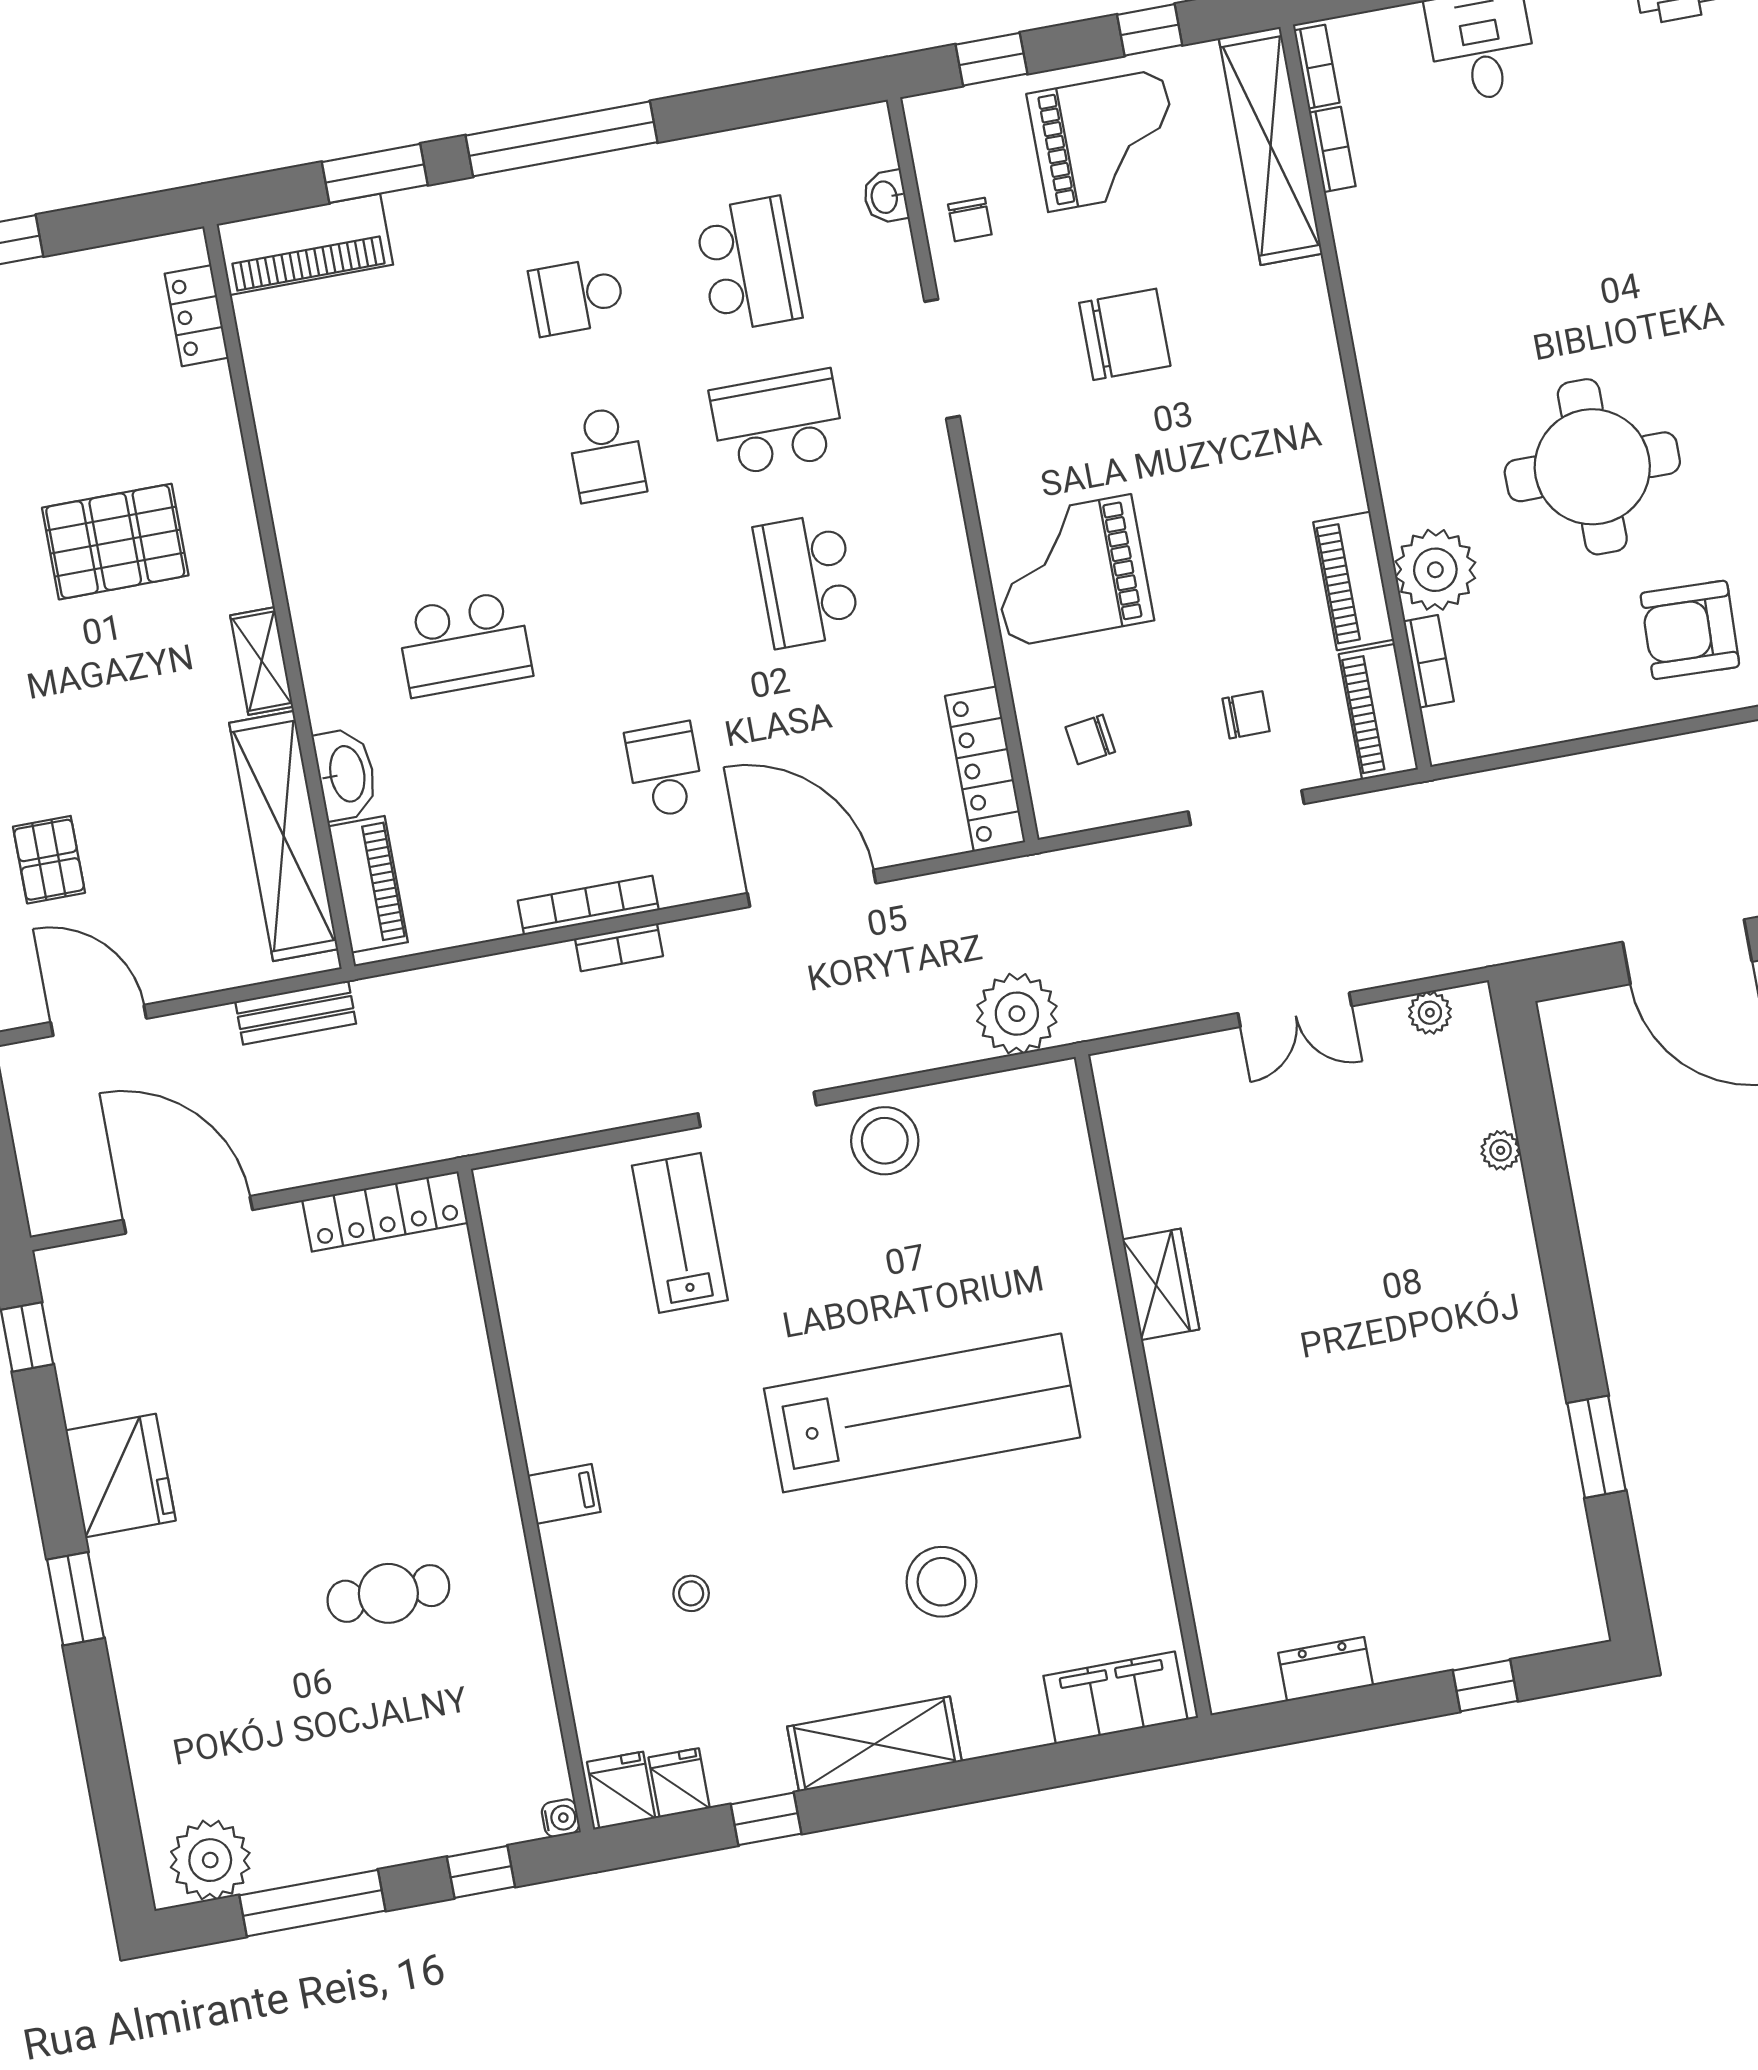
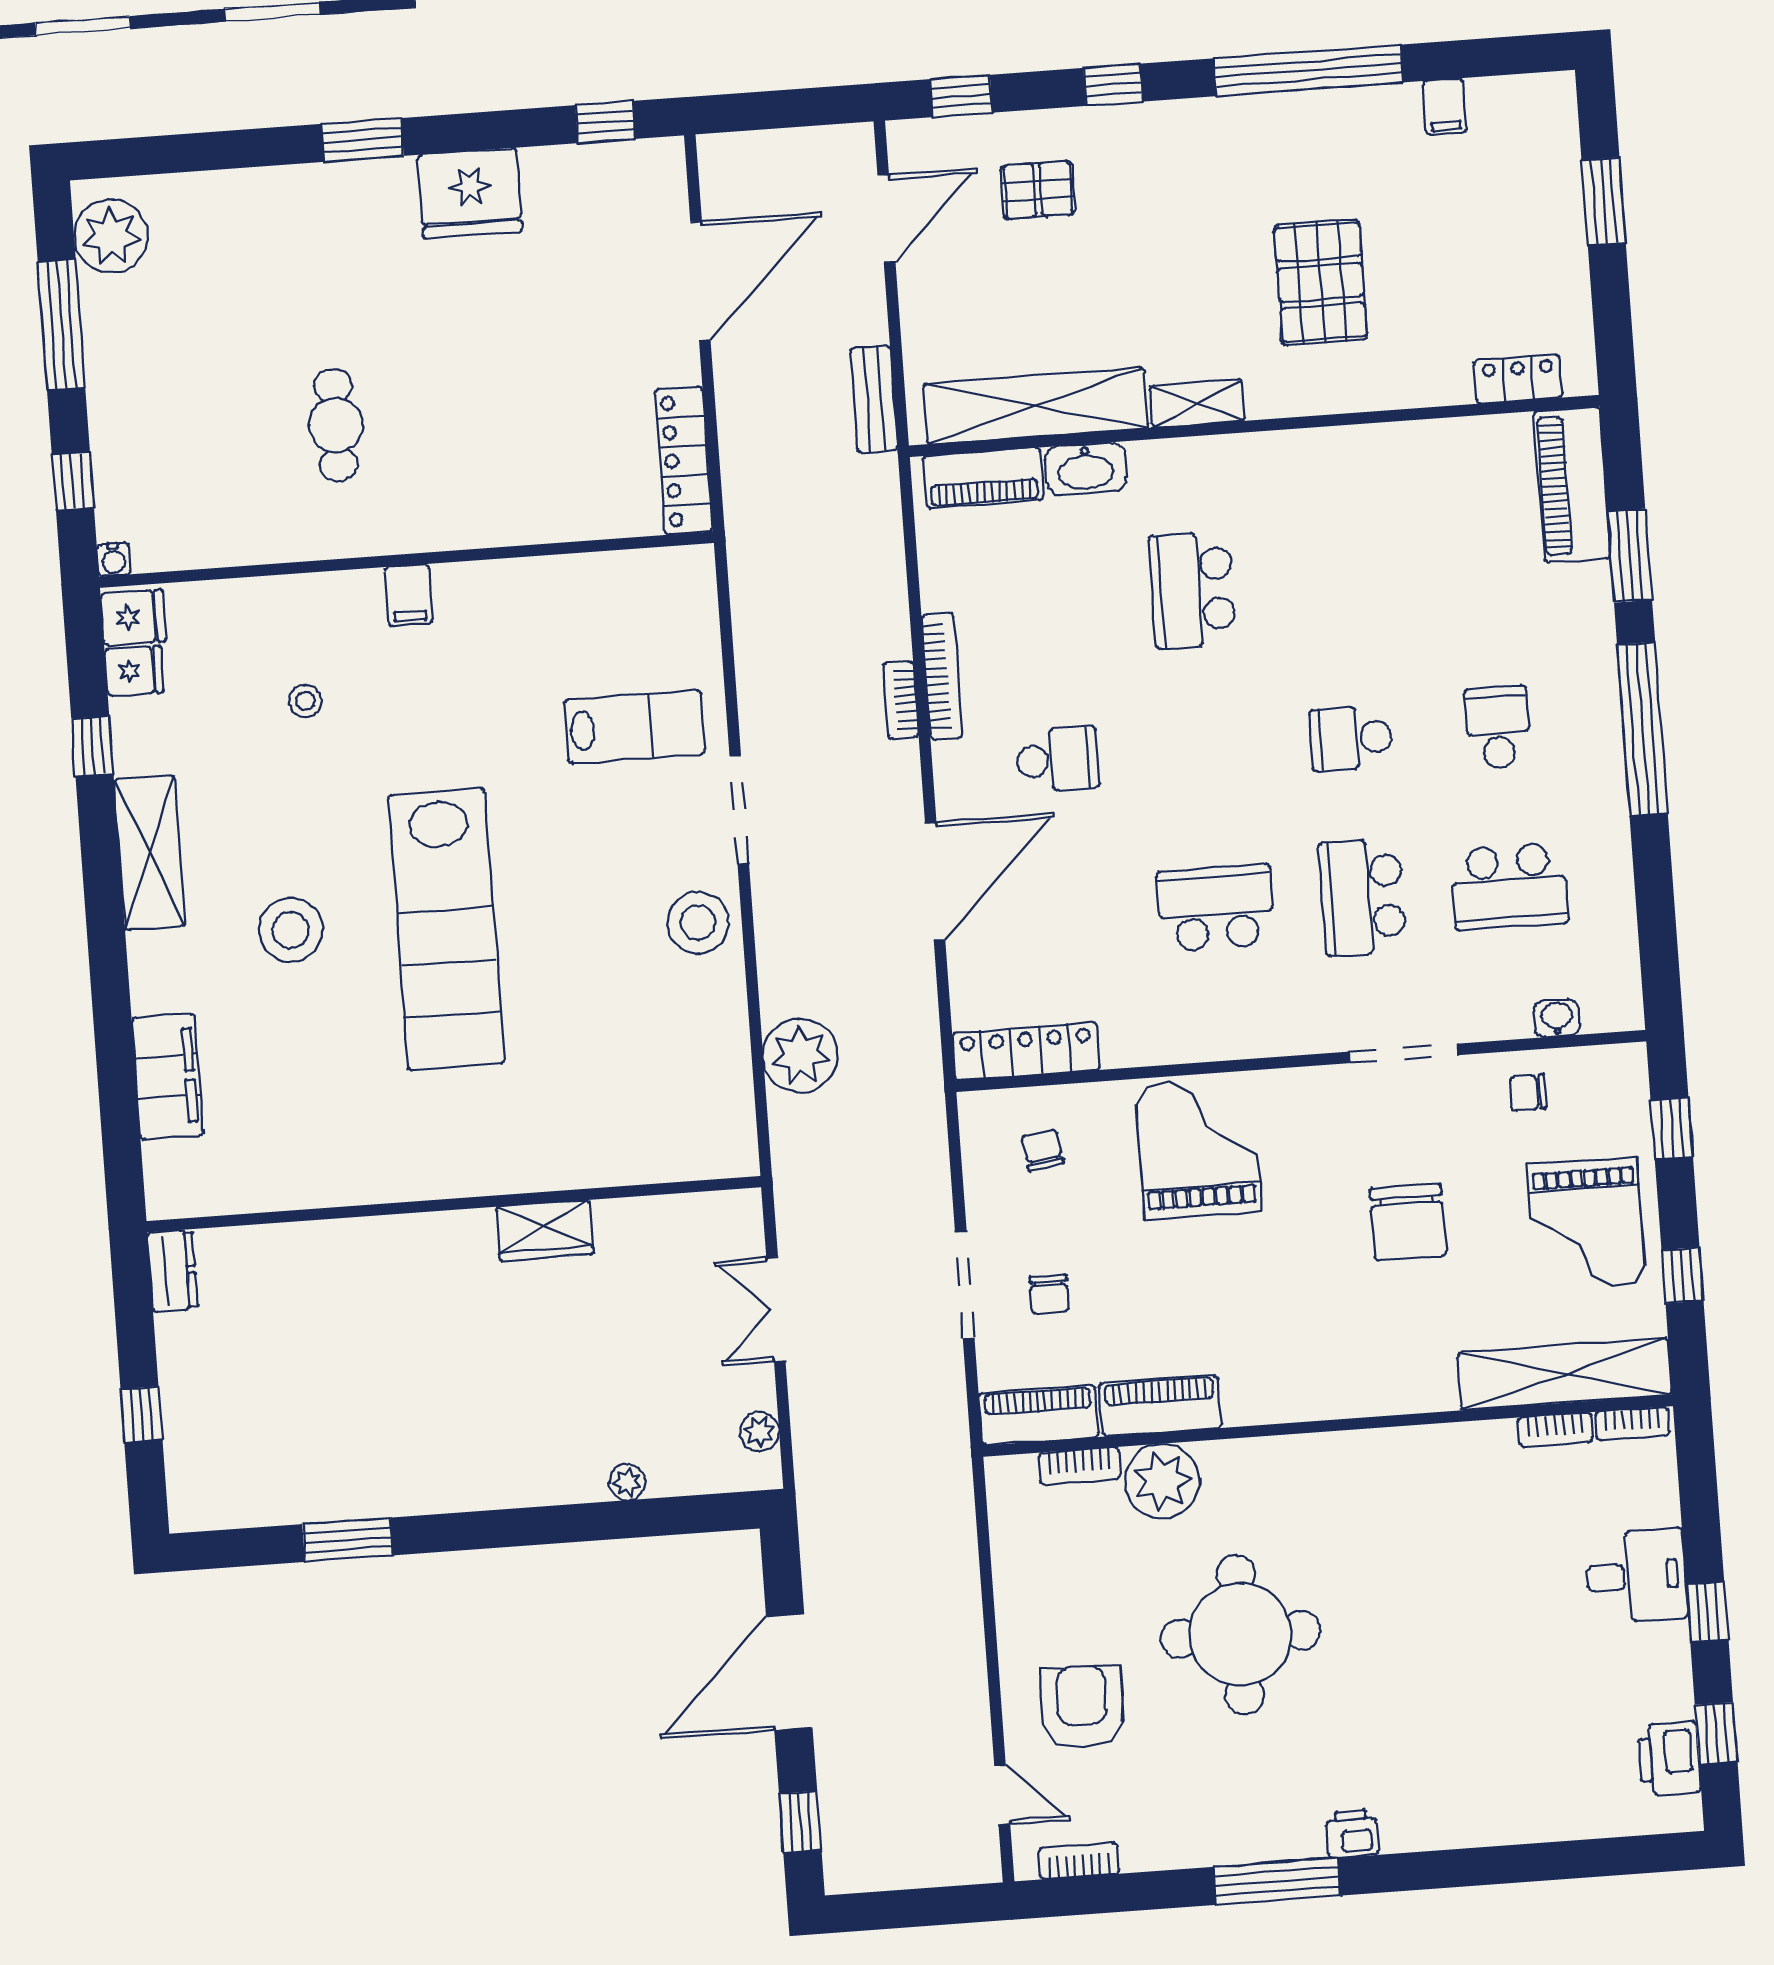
school desk: (777, 422) -> (1363, 897), turned 180
wardrobe: (1161, 1284) -> (545, 1231), moved
wall: (1143, 1386) -> (454, 1204), moved

